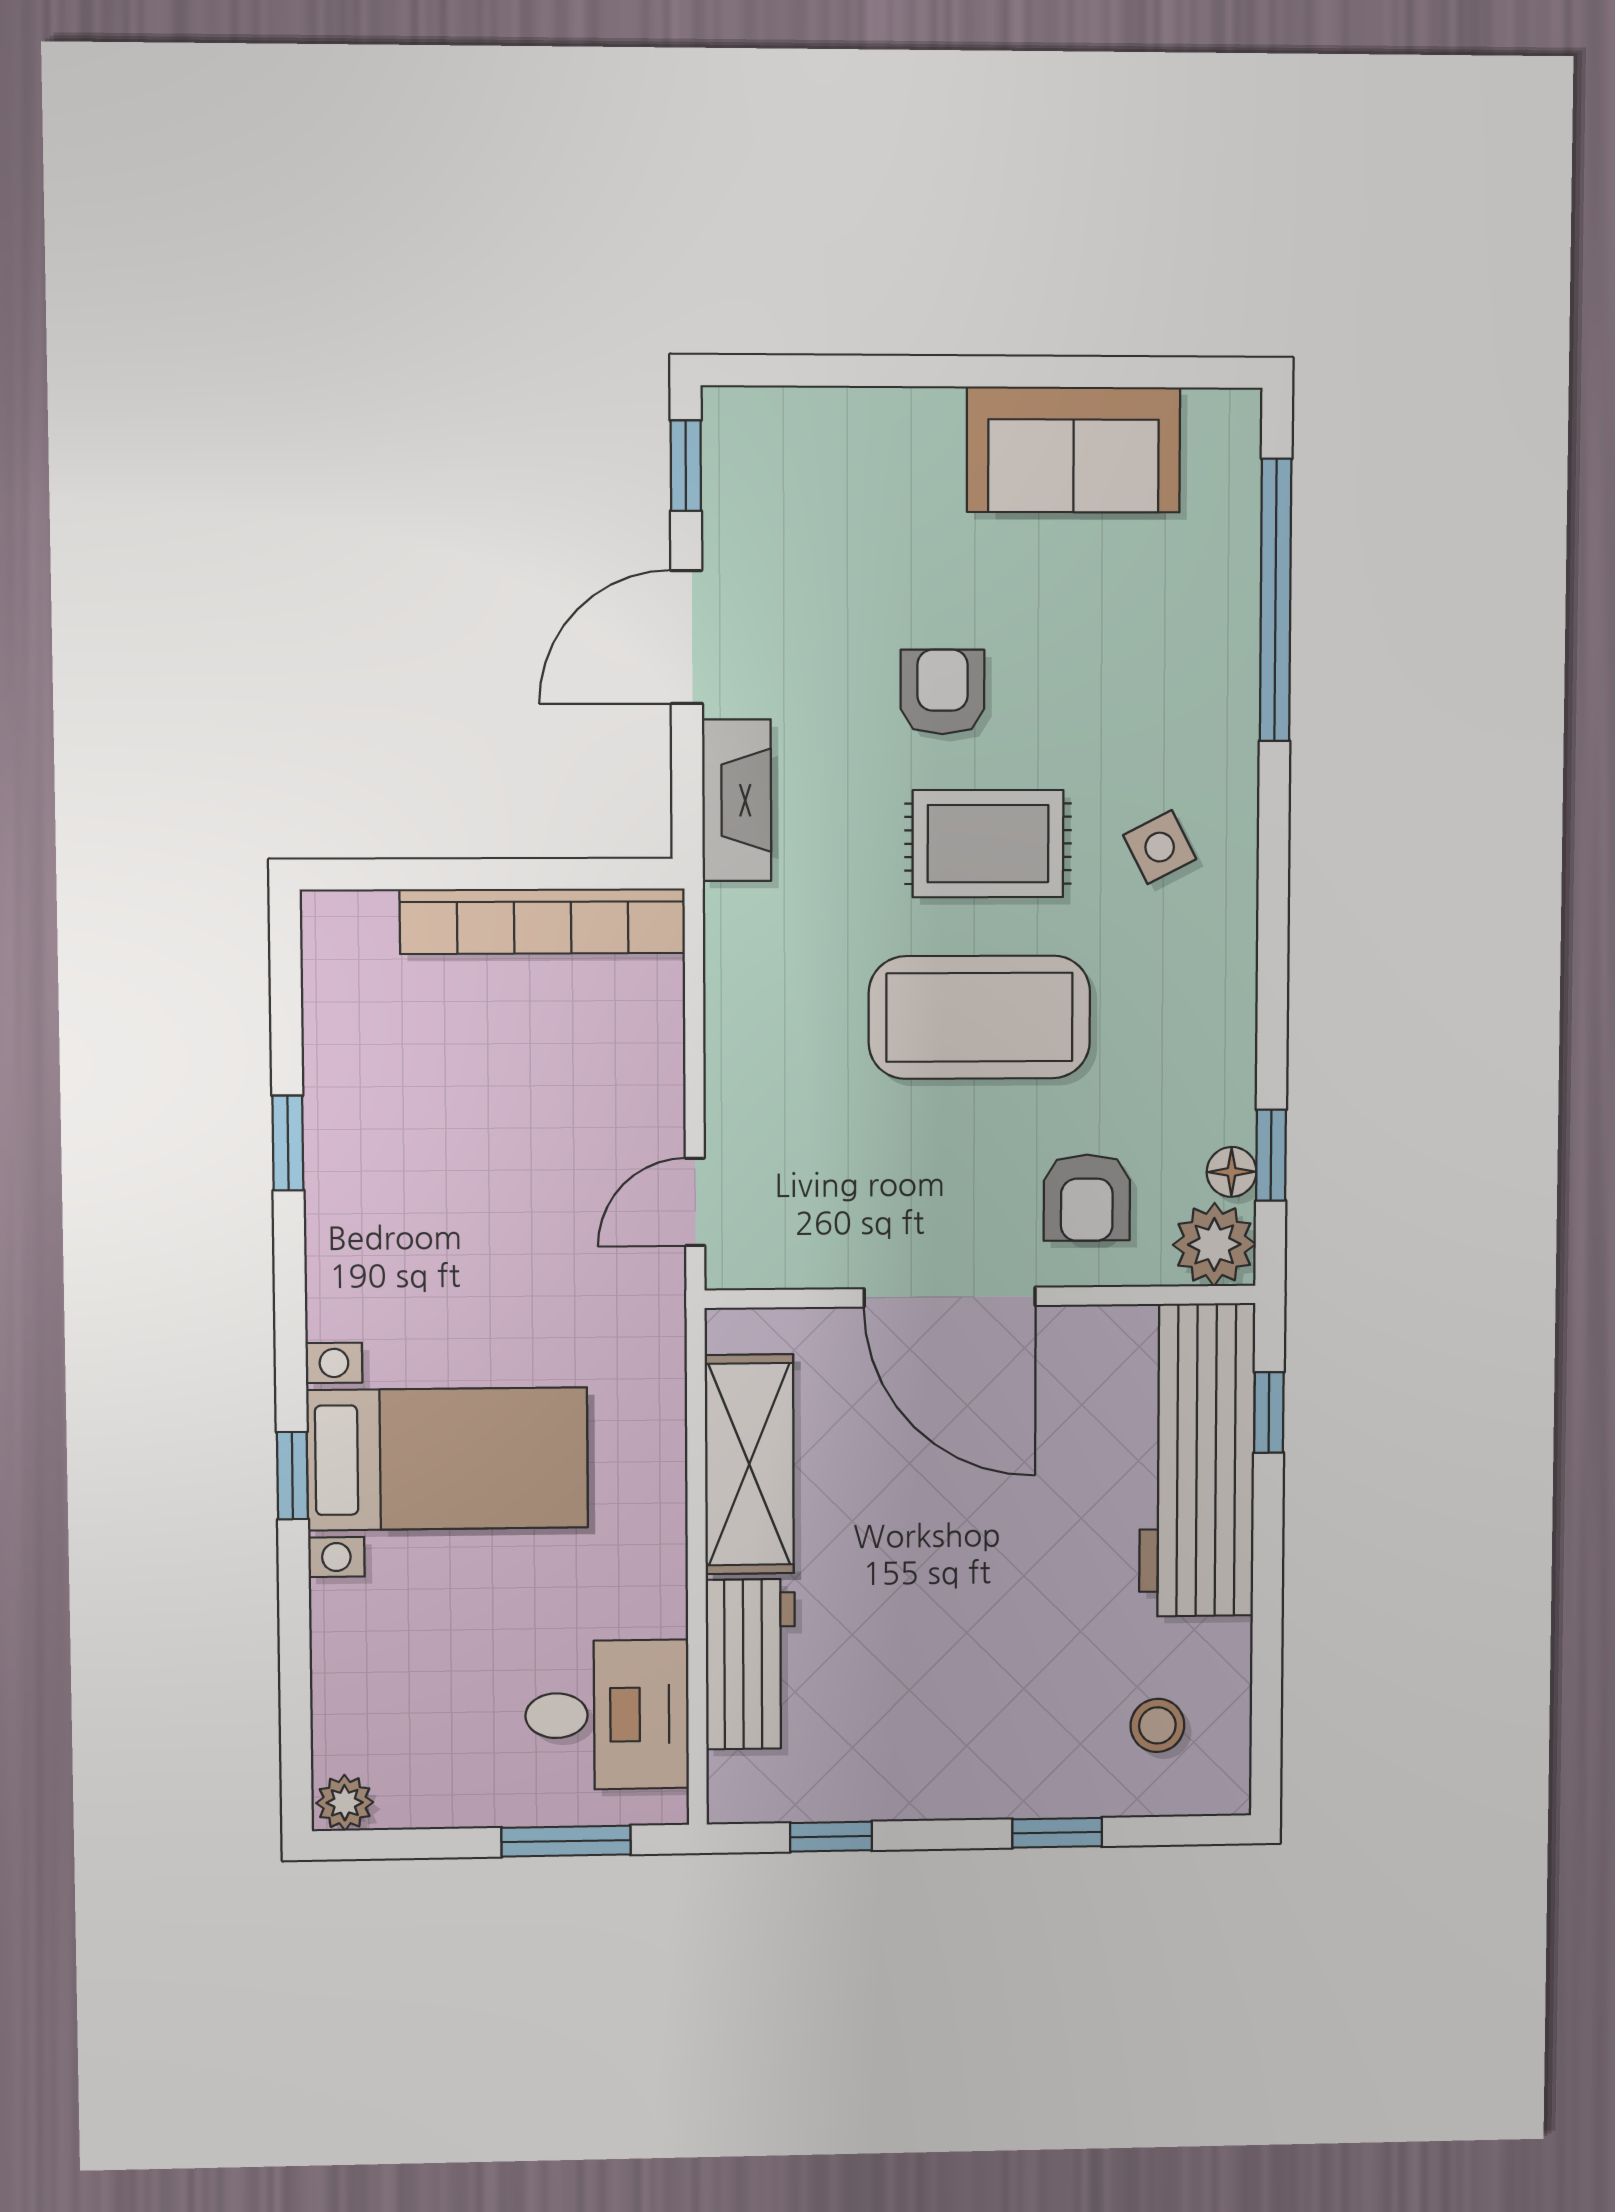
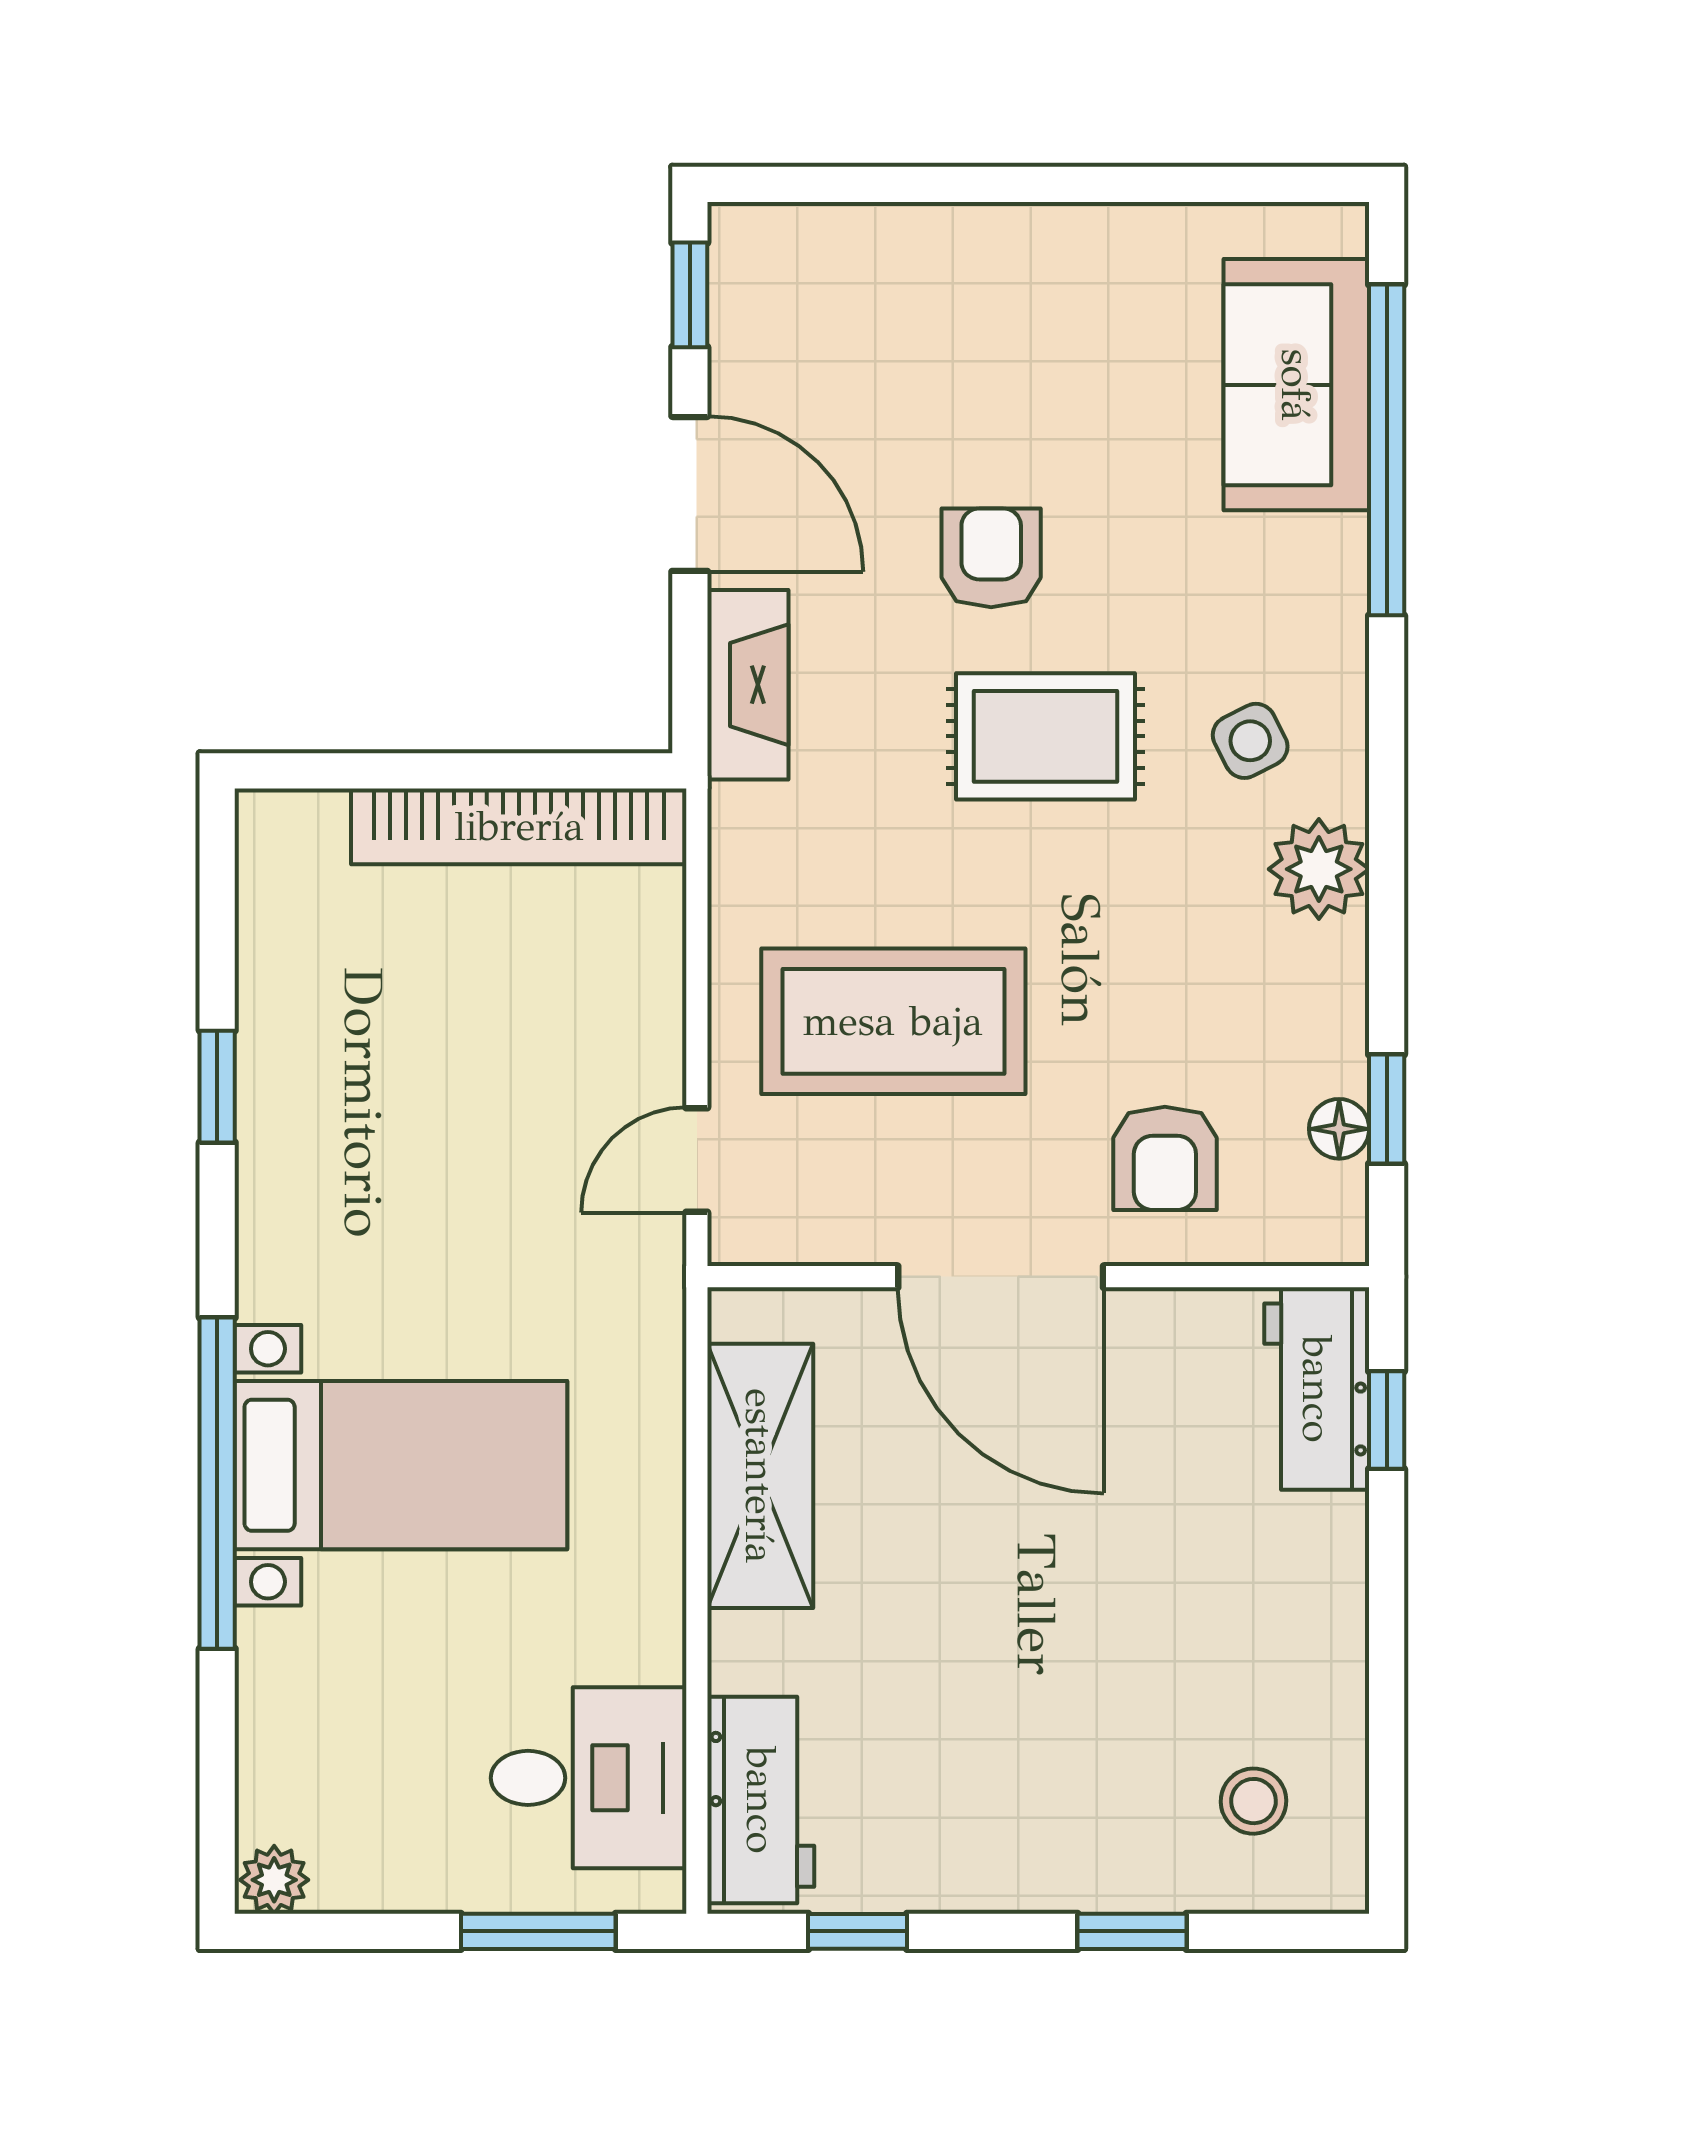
sofa: (1073, 450) -> (1296, 385), moved, turned 90
door: (687, 637) -> (690, 494), swing flipped
coffee table: (979, 1017) -> (893, 1021), moved
plant: (1214, 1244) -> (1319, 869), moved
workbench: (1197, 1460) -> (1317, 1389), width x0.53, depth x0.76
window: (292, 1476) -> (217, 1483), width x3.17
workbench: (750, 1664) -> (761, 1800), moved

